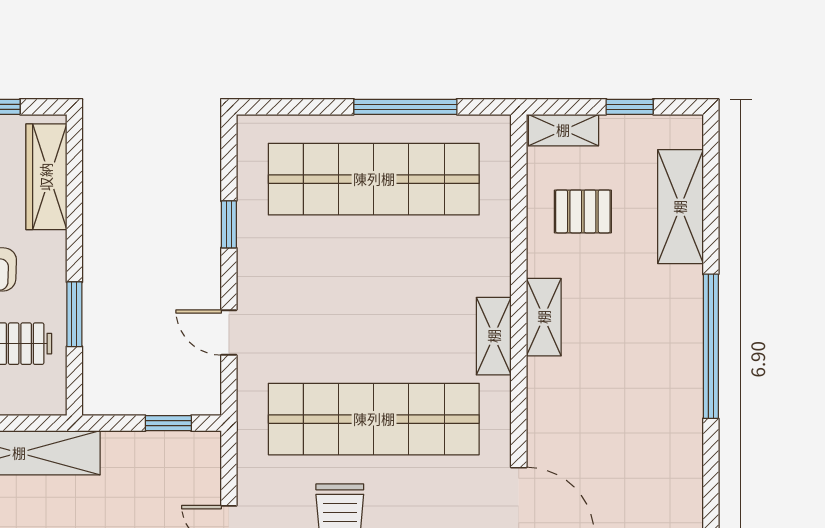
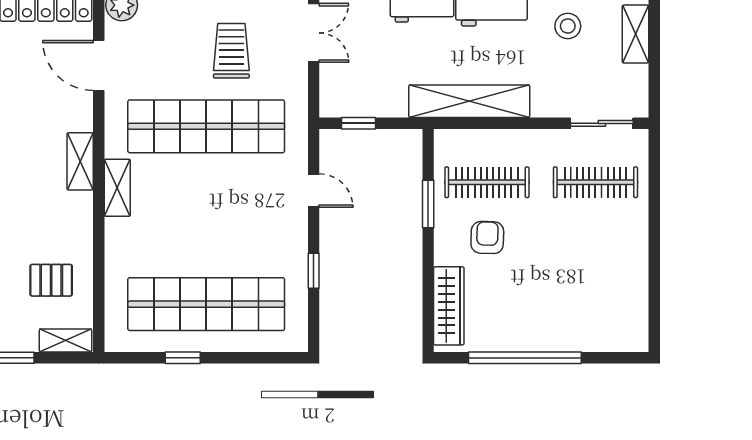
window: (405, 107) -> (183, 358), width x0.46
shelving: (544, 317) -> (80, 161), moved

